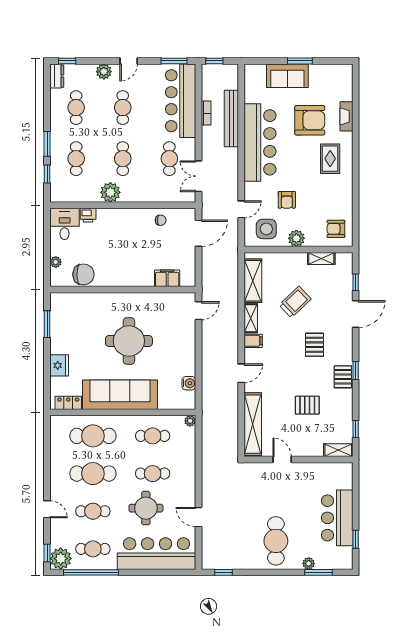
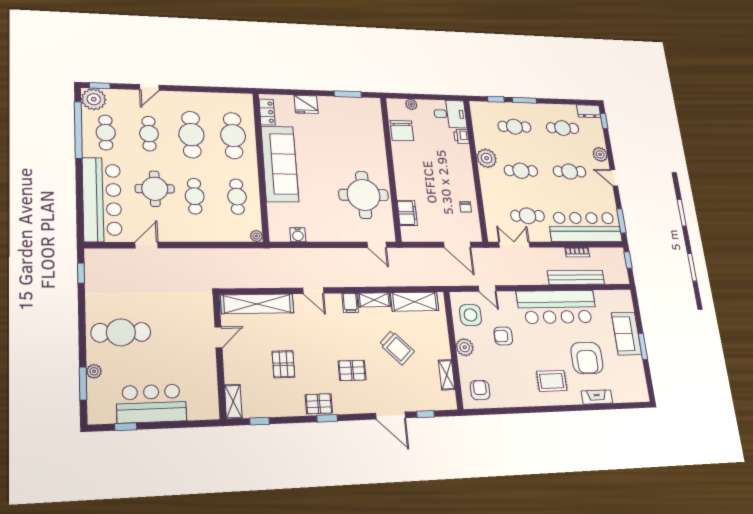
round table: (129, 341) -> (364, 195), moved

